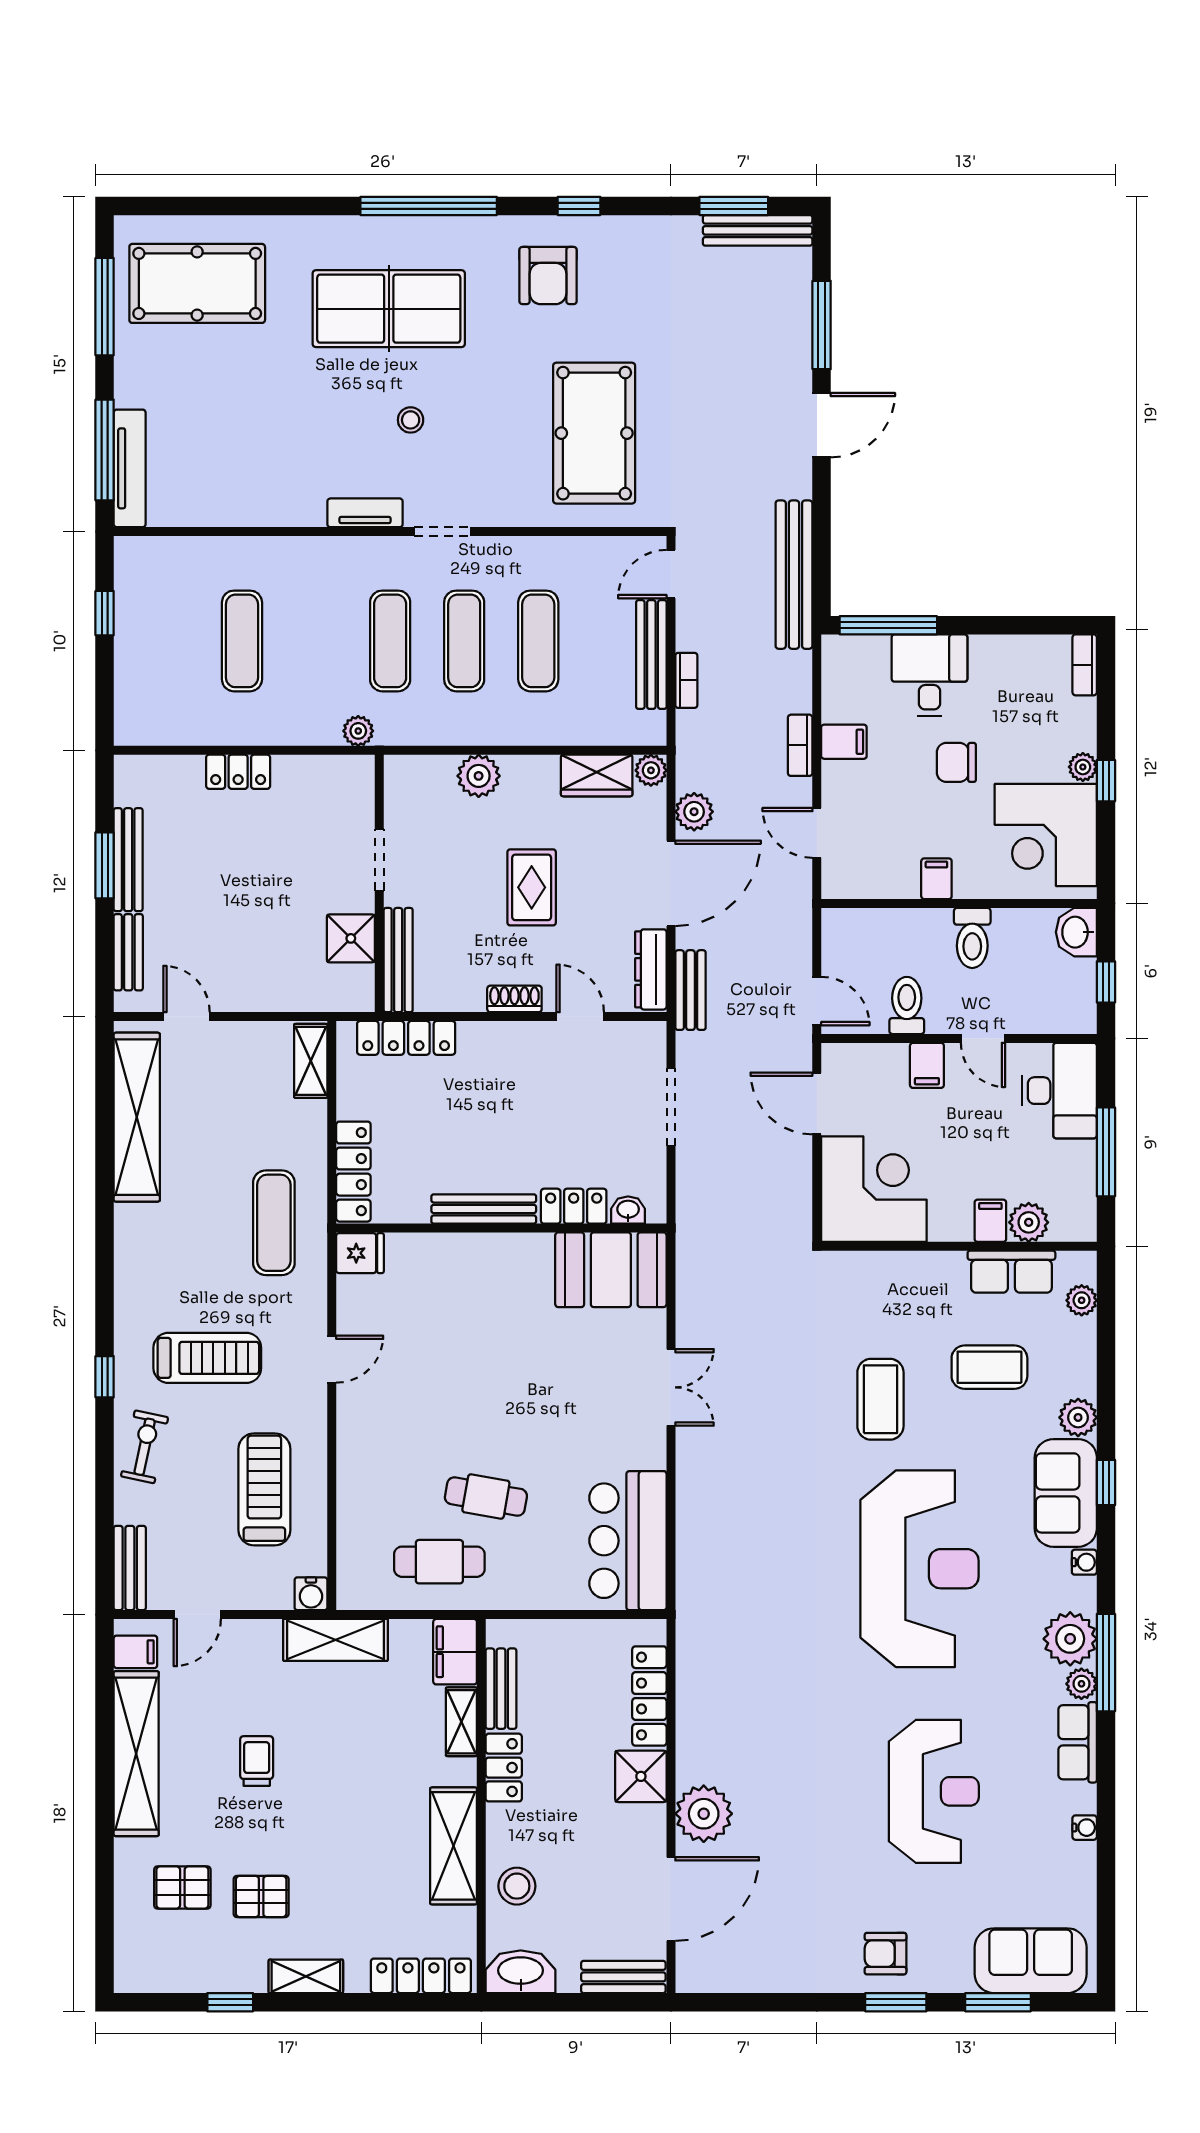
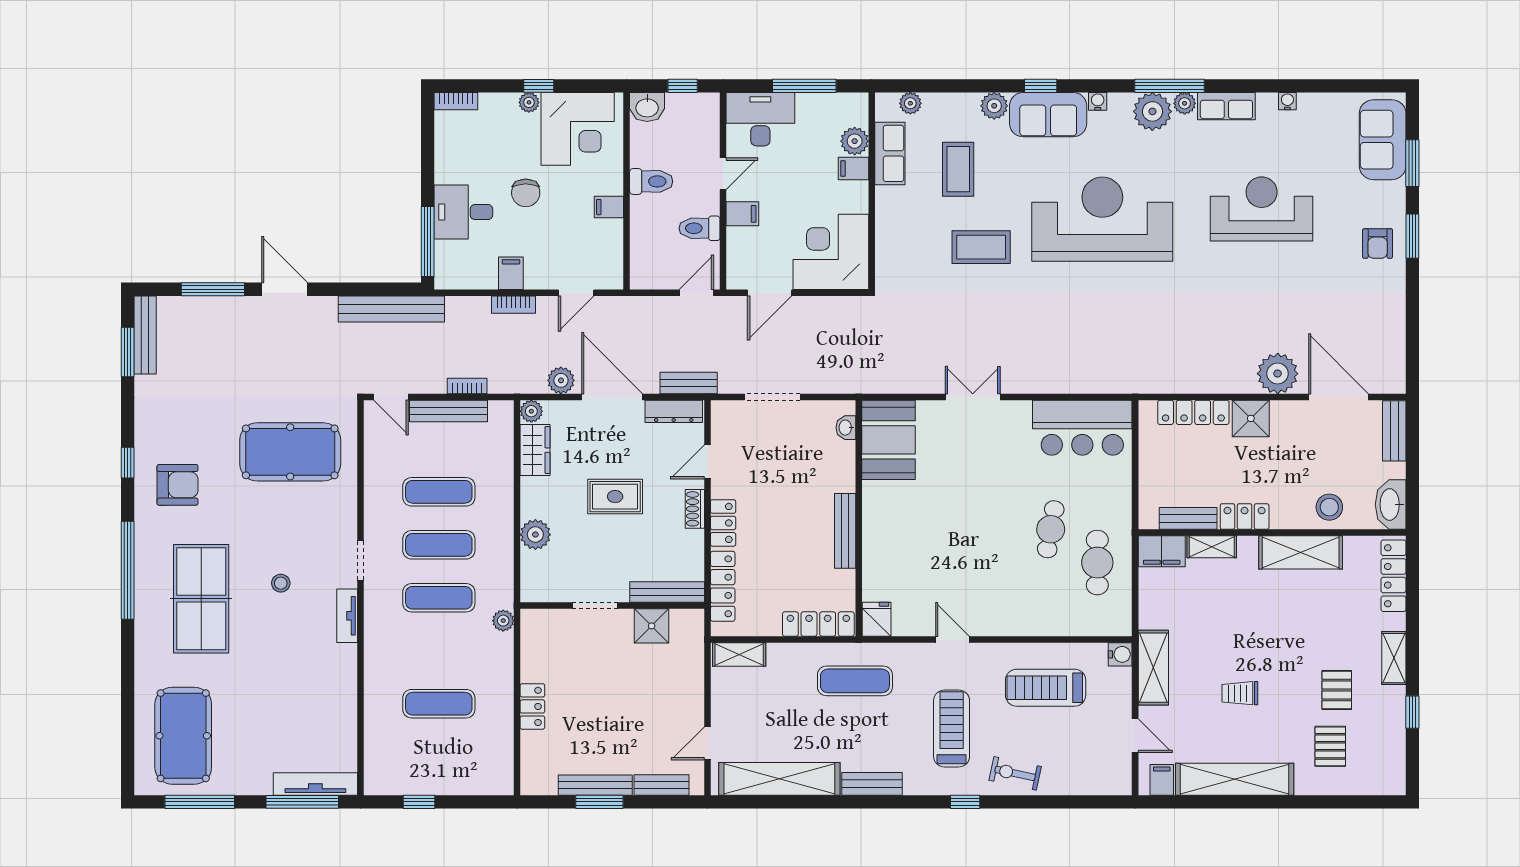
locker: (574, 1206) -> (723, 523), moved, turned 180
bench: (130, 1568) -> (872, 784), moved
shelving: (336, 1640) -> (1153, 668), moved

